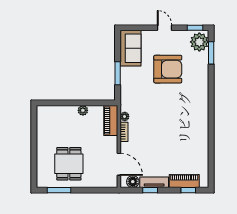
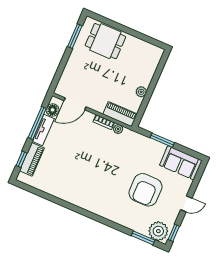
dining table: (69, 164) -> (105, 41), moved
window: (150, 190) -> (37, 123), width x2.17

